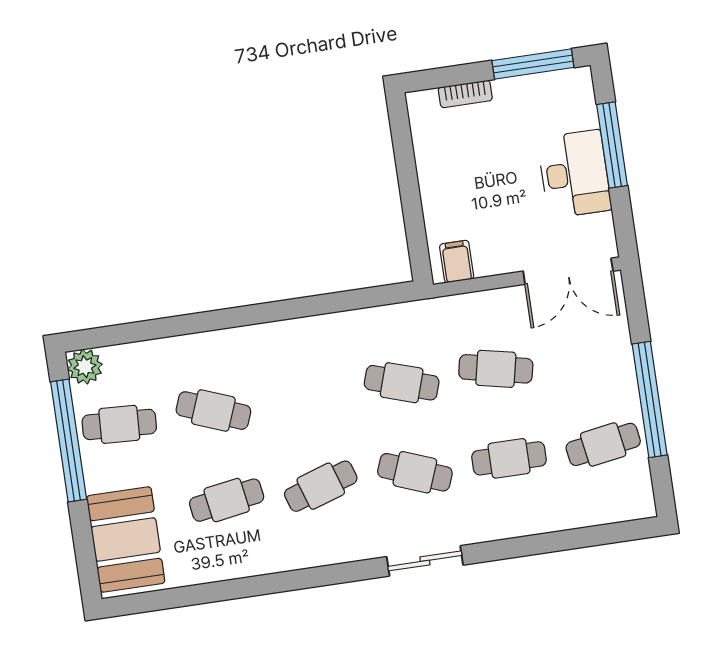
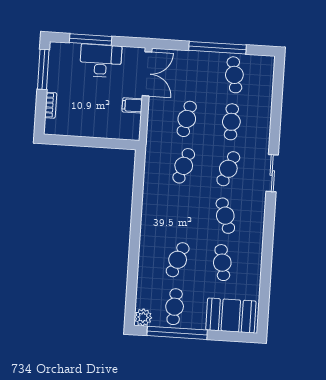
filing cabinet: (457, 262) -> (132, 105), moved

